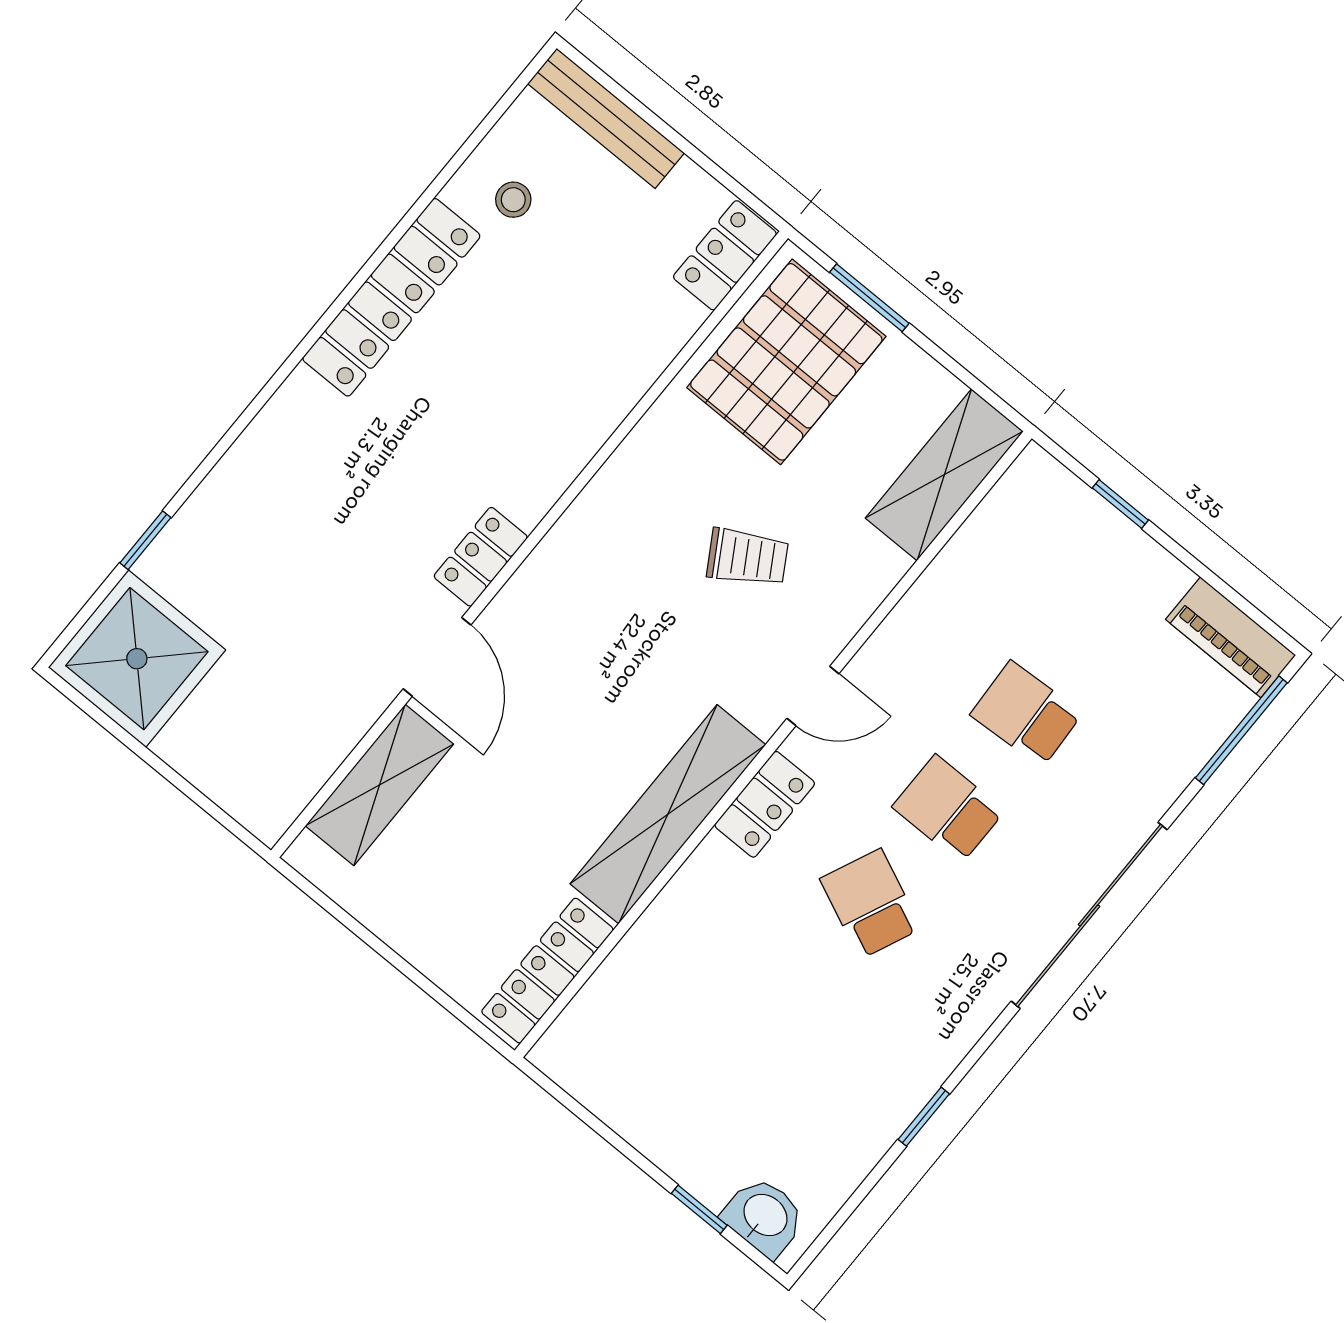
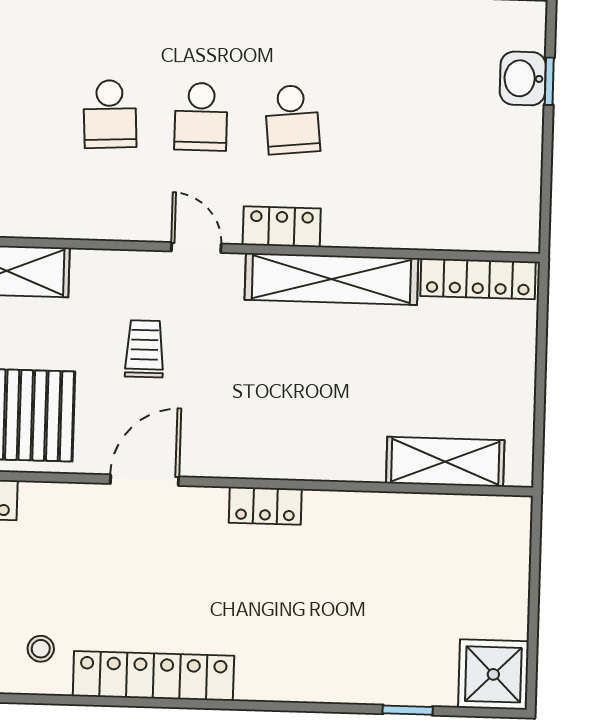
trolley: (747, 557) -> (144, 349), turned 31
door: (437, 657) -> (144, 480), moved
shower: (137, 659) -> (493, 674), width x0.73, depth x0.73
school desk: (870, 904) -> (292, 119), turned -30
washbasin: (764, 1216) -> (523, 78), moved

